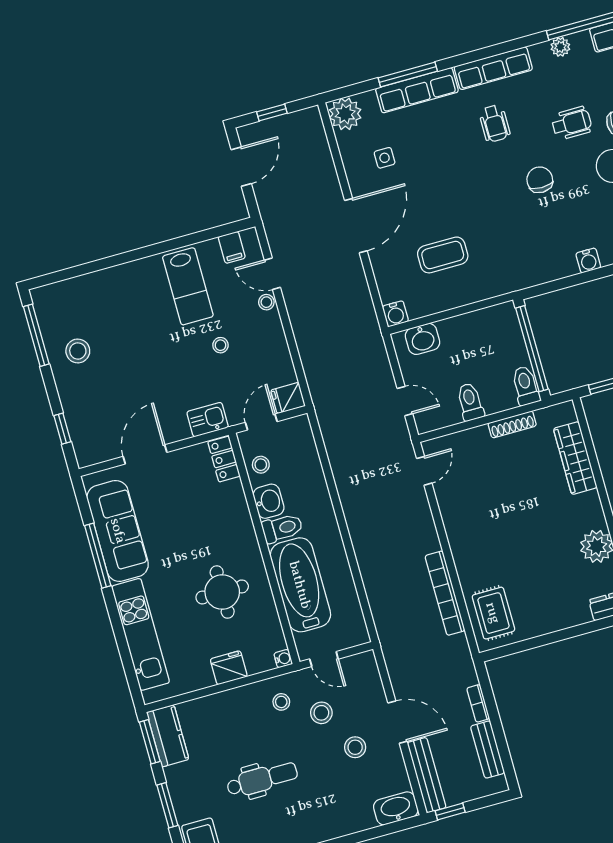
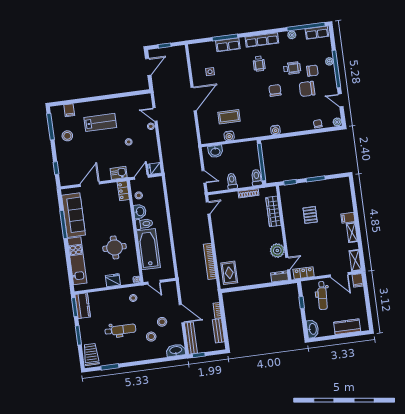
row of seats: (417, 90) -> (228, 45), width x0.68
plant: (345, 114) -> (196, 51), removed
filing cabinet: (232, 247) -> (69, 110), moved
water cooler: (588, 260) -> (275, 130), moved
lab bench: (188, 286) -> (100, 122), moved, turned -90
water cooler: (395, 314) -> (229, 136), moved
stool: (321, 713) -> (151, 337), moved

